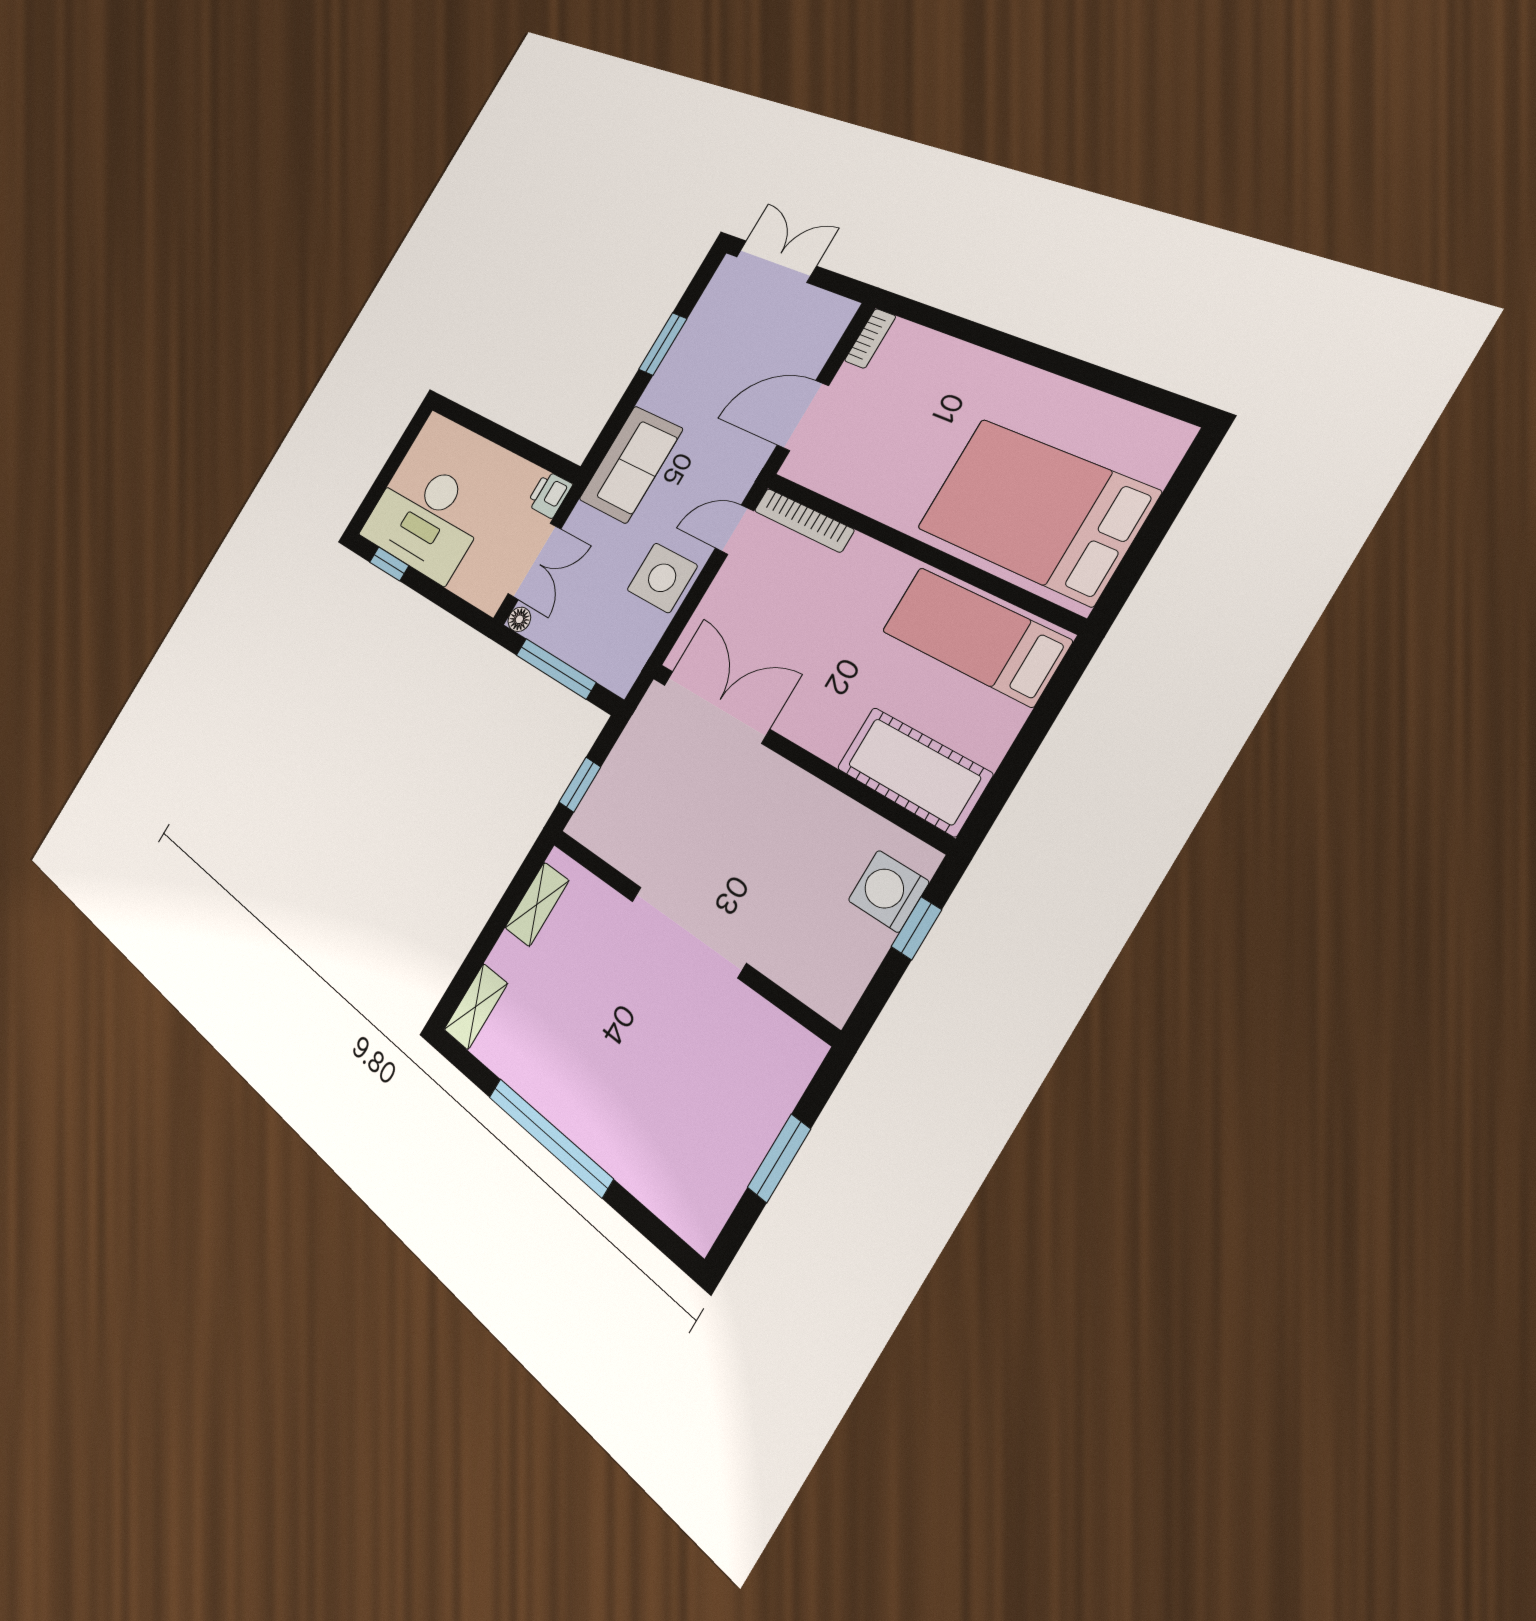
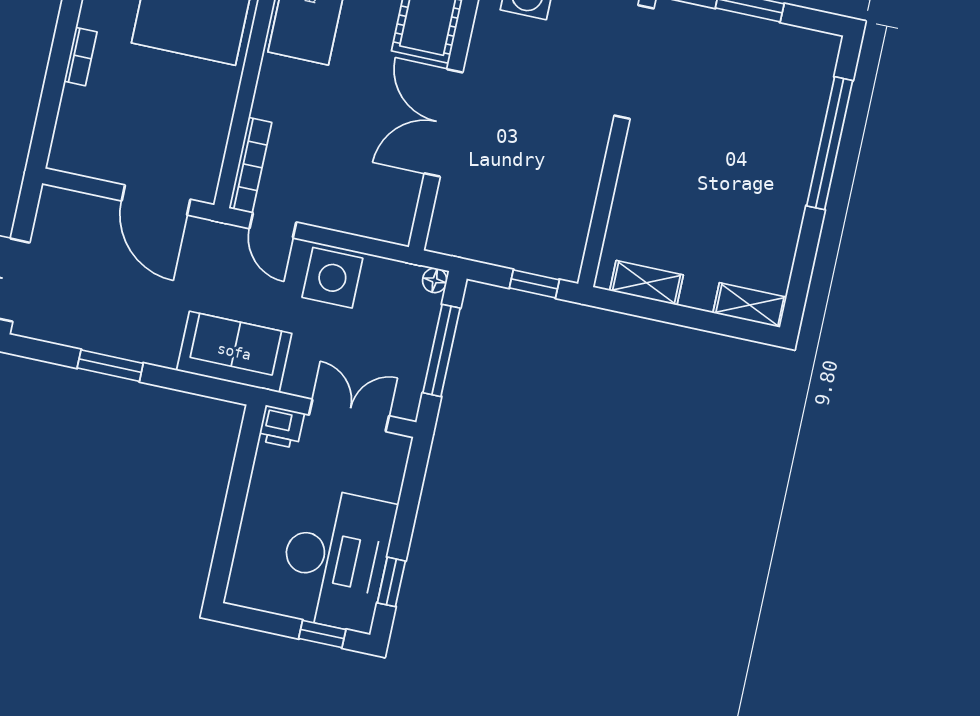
bookcase: (870, 338) -> (81, 57), moved, turned 90
window: (376, 492) -> (322, 634), added
floor lamp: (519, 619) -> (435, 280), moved
double door: (716, 707) -> (444, 123), moved
doorway: (688, 932) -> (634, 62), moved
window: (550, 1137) -> (830, 143), moved

